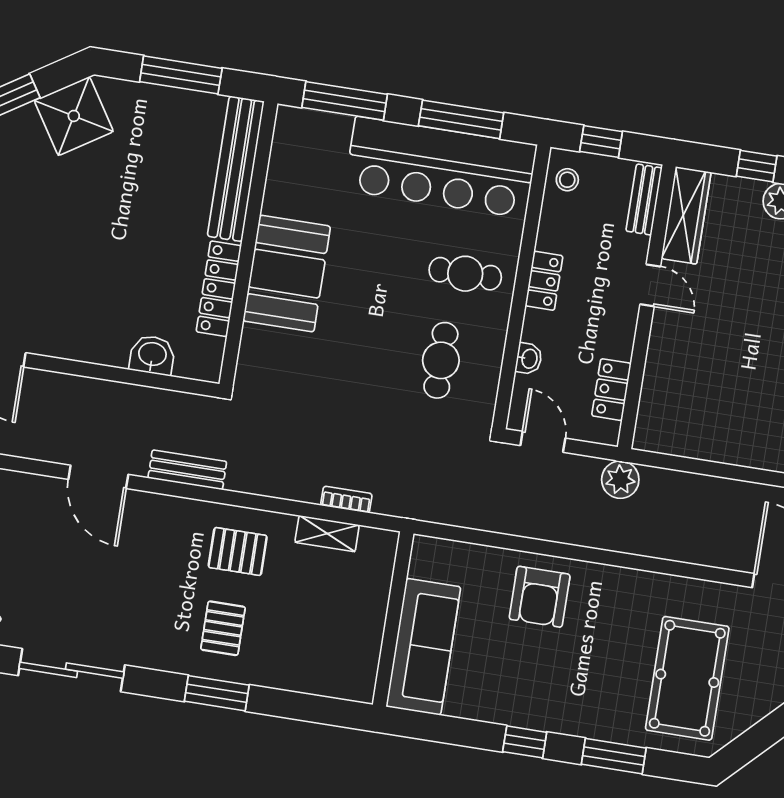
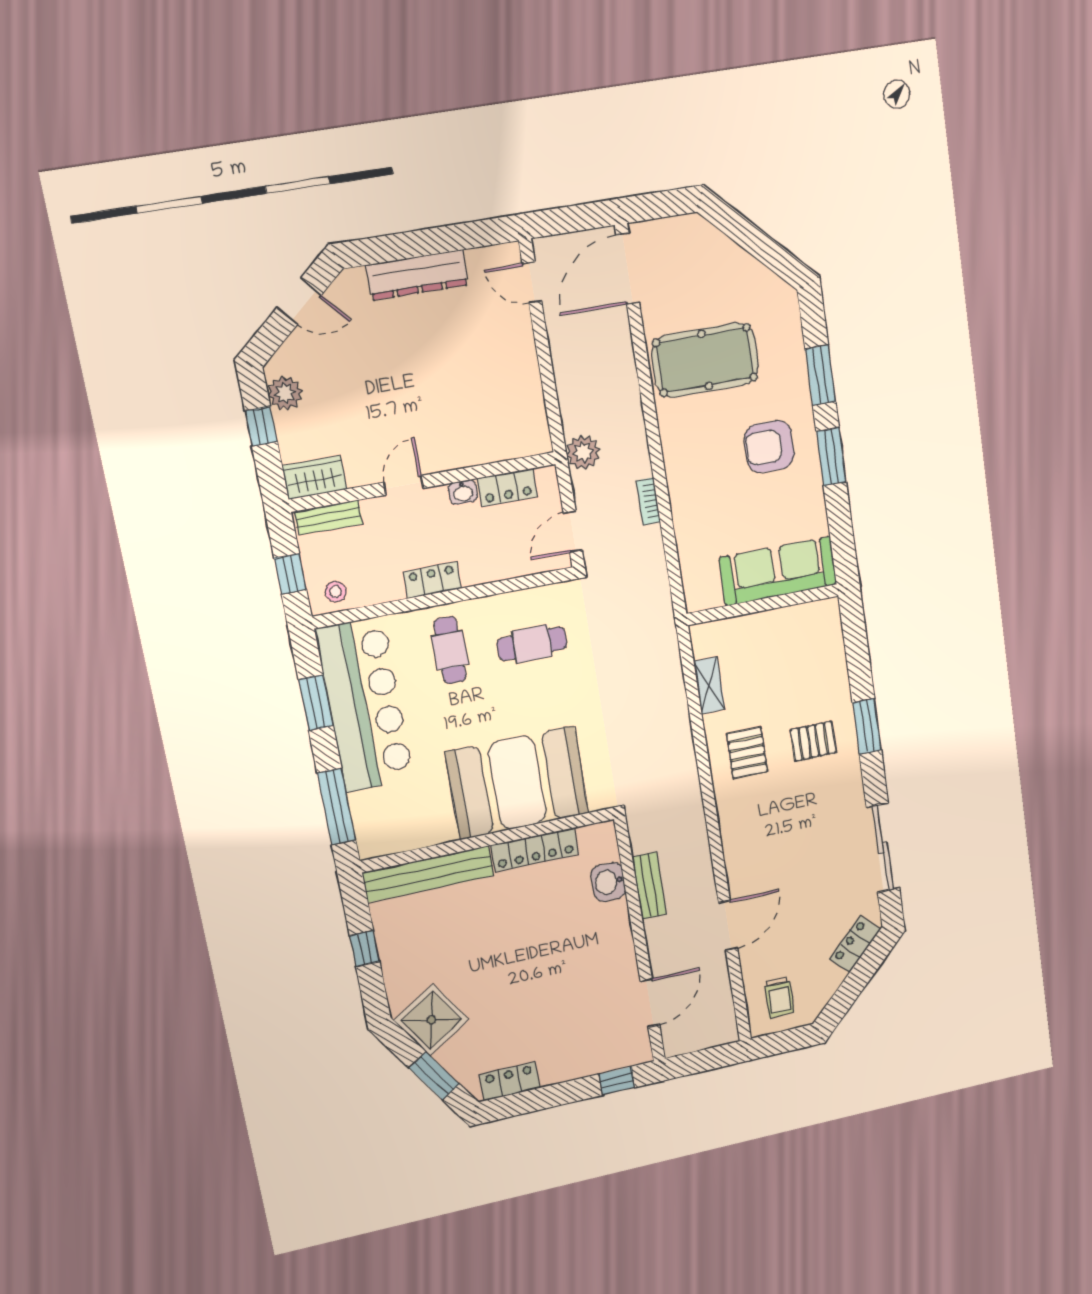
window: (181, 75) -> (365, 949), width x0.46
window: (461, 119) -> (316, 703), width x0.69
wardrobe: (686, 215) -> (315, 478), width x0.67
booth: (287, 274) -> (517, 783), width x1.36, depth x1.42
washbasin: (529, 359) -> (463, 492), moved, turned 180
bench: (187, 470) -> (649, 886), moved
door: (98, 477) -> (728, 925), moved
bookcase: (346, 500) -> (648, 501), moved
armchair: (540, 597) -> (769, 447), moved, turned 180
pool table: (687, 678) -> (705, 360), moved
window: (525, 742) -> (831, 457), width x1.50

